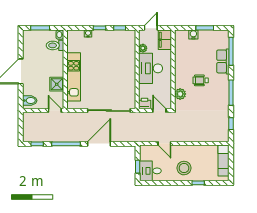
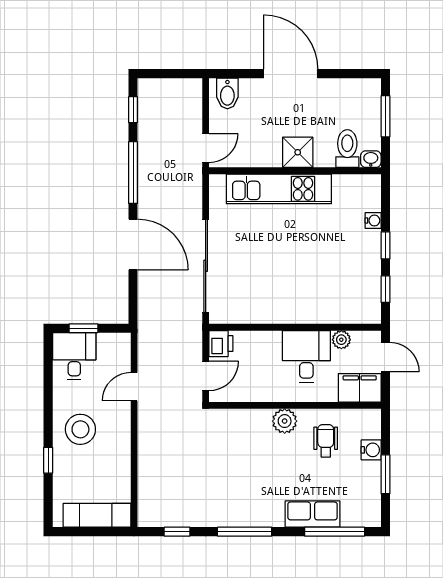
desk: (150, 68) -> (306, 356), width x0.73
wheelchair: (201, 80) -> (326, 441), moved
shower: (57, 84) -> (298, 152), moved
plant: (180, 94) -> (285, 421), moved

